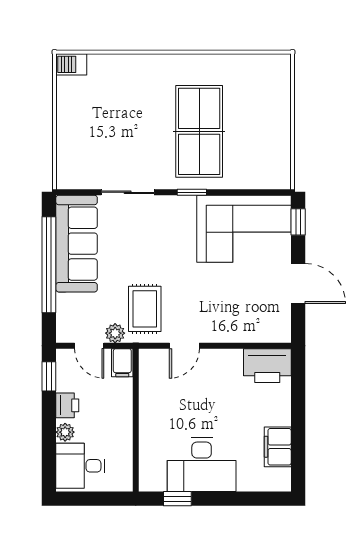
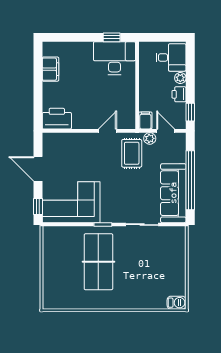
desk: (202, 465) -> (114, 58), moved

